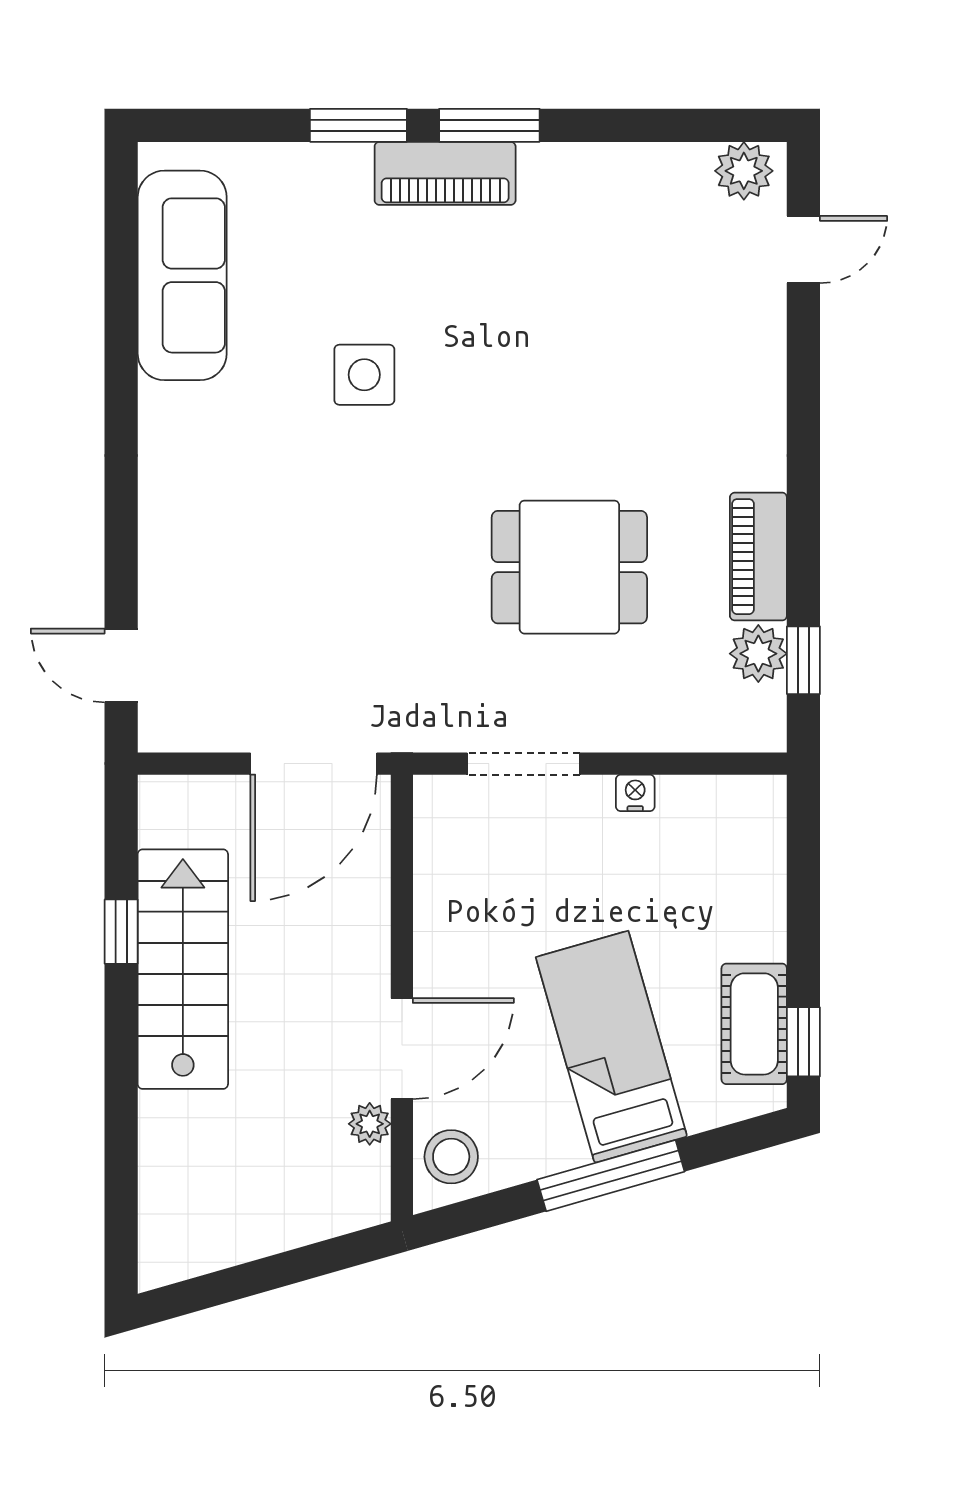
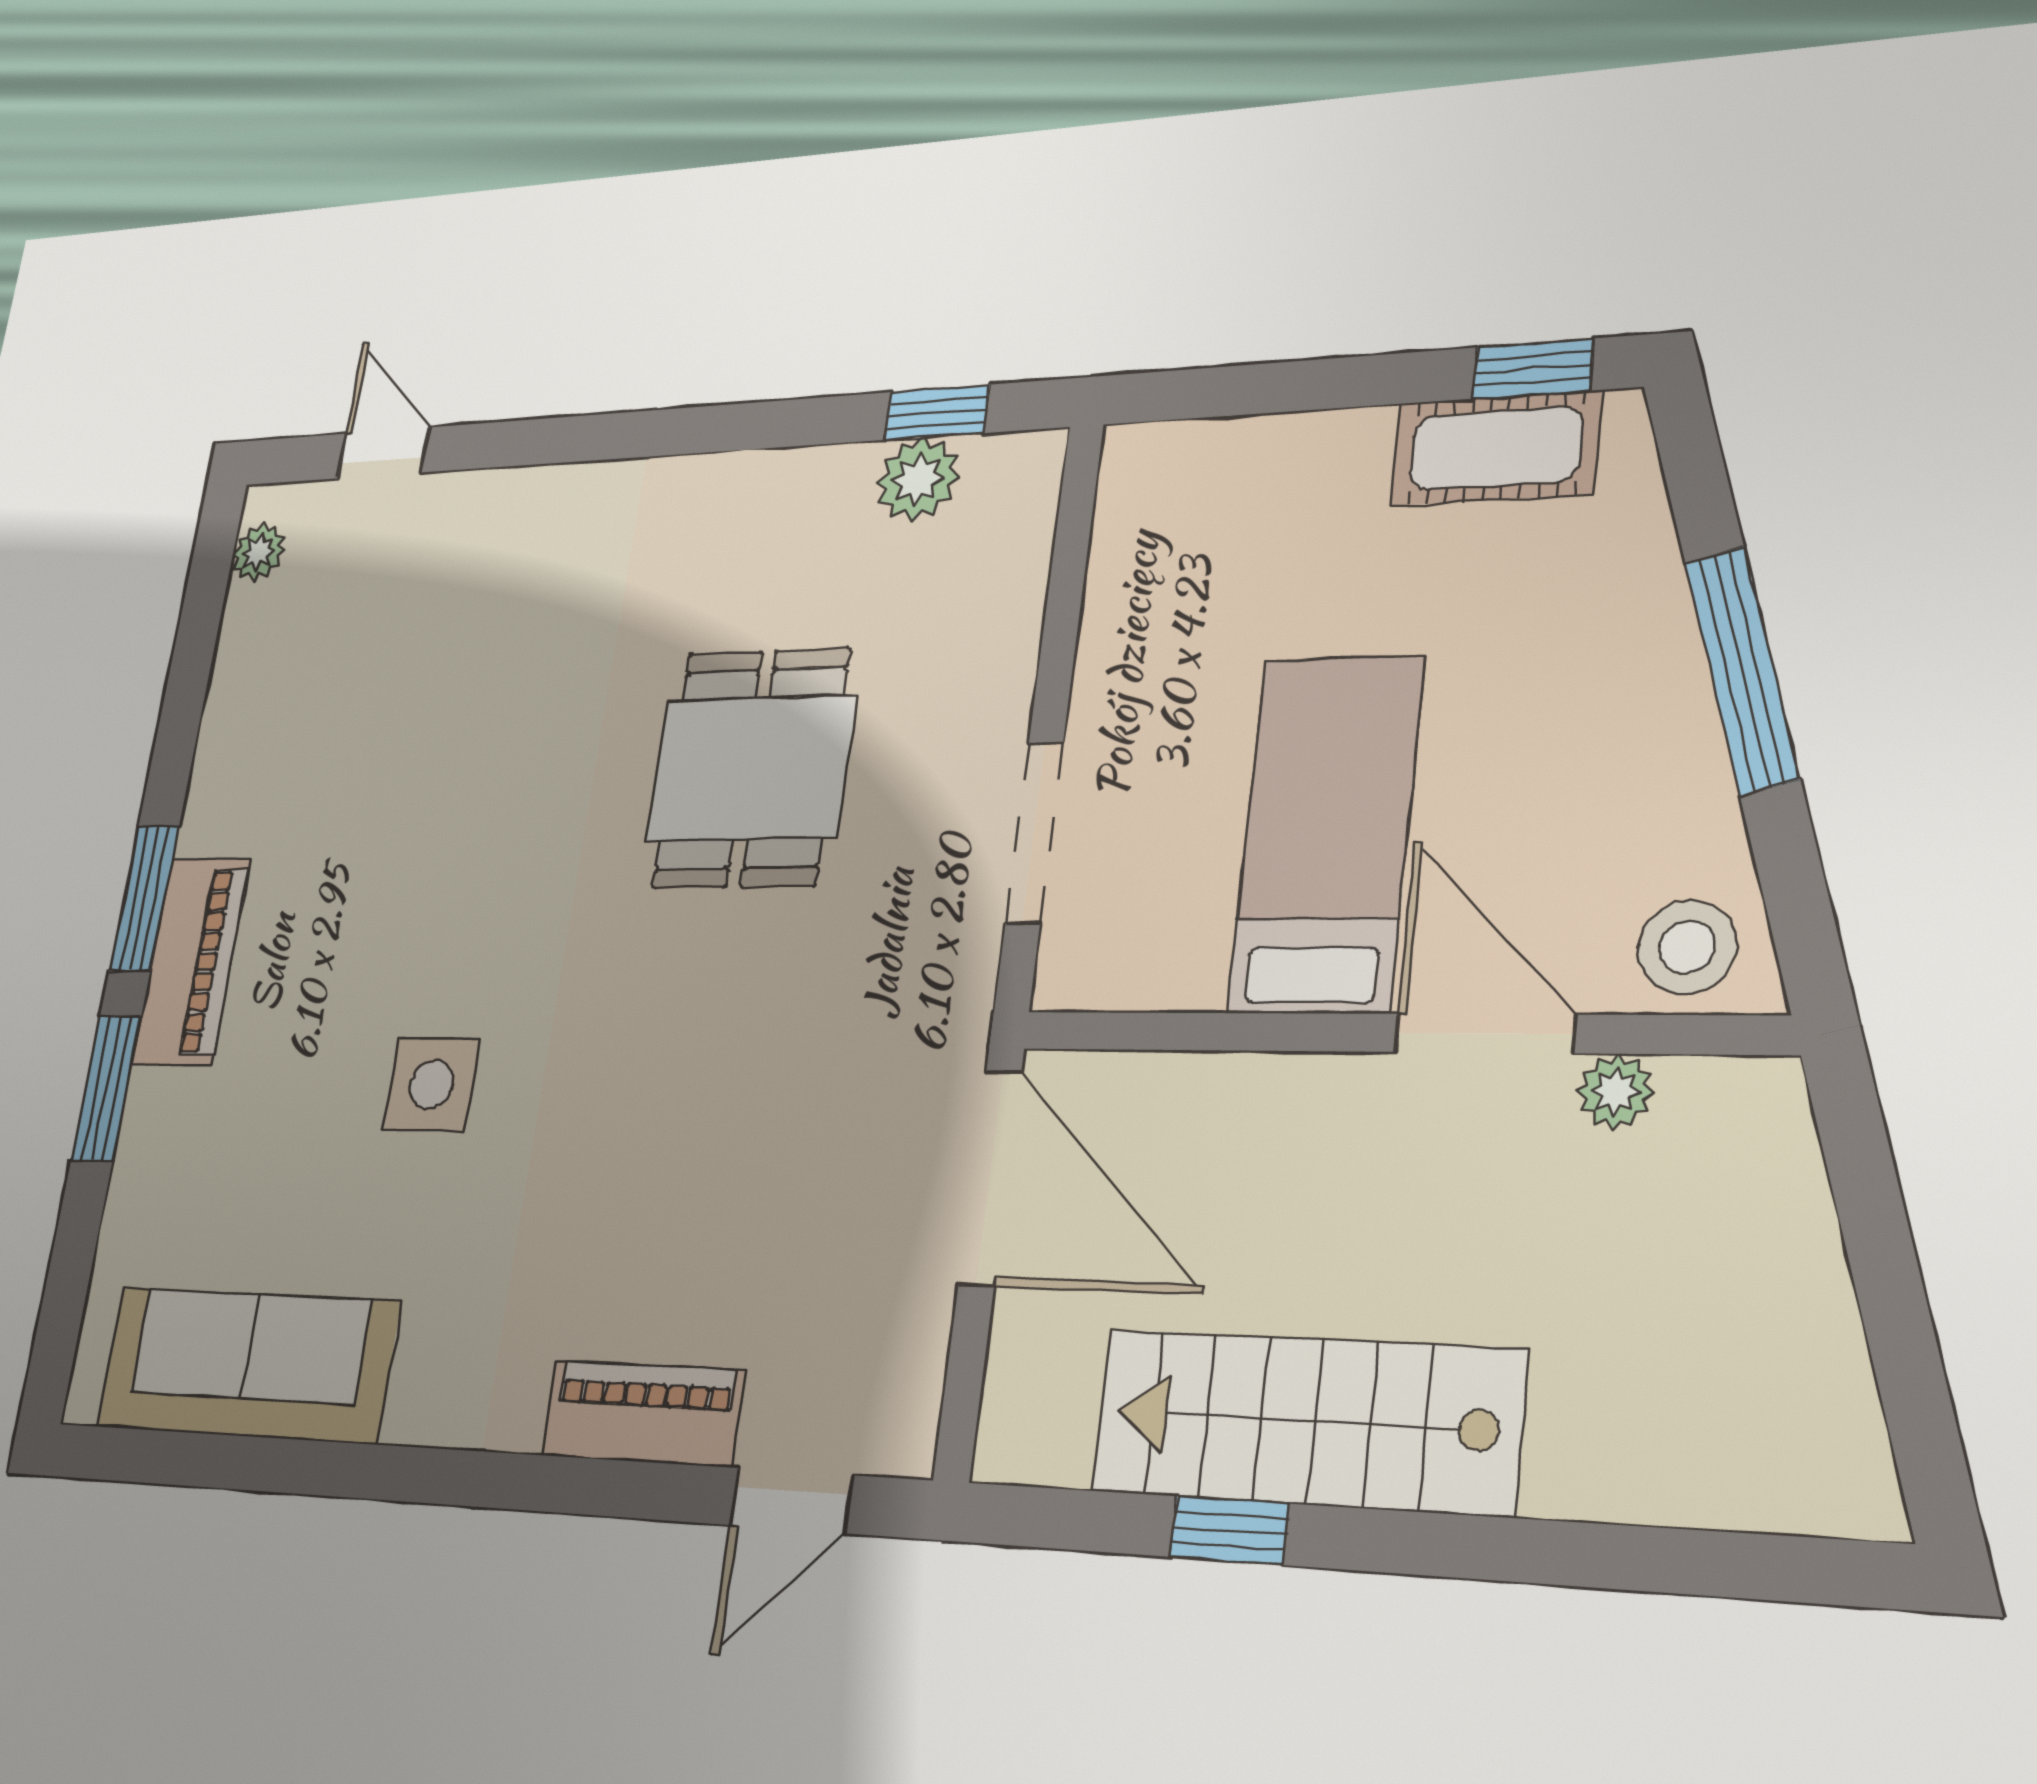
plant: (744, 171) -> (259, 552), width x0.73, depth x0.73
piano: (758, 557) -> (643, 1413), moved, turned 180
nightstand: (635, 793) -> (1102, 655), removed
bed: (611, 1047) -> (1326, 833), moved, turned 106

